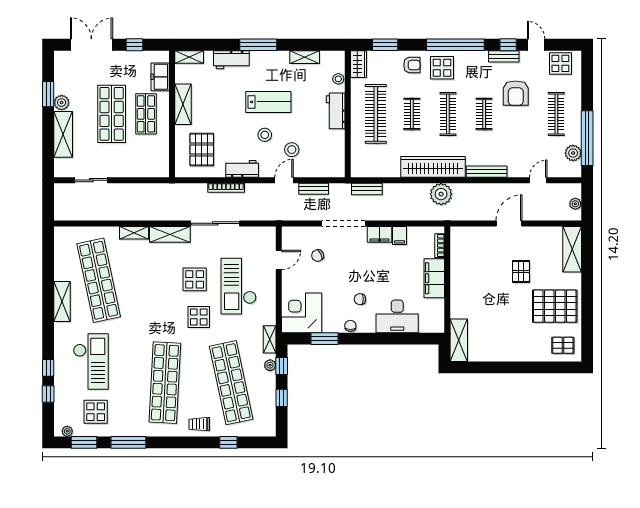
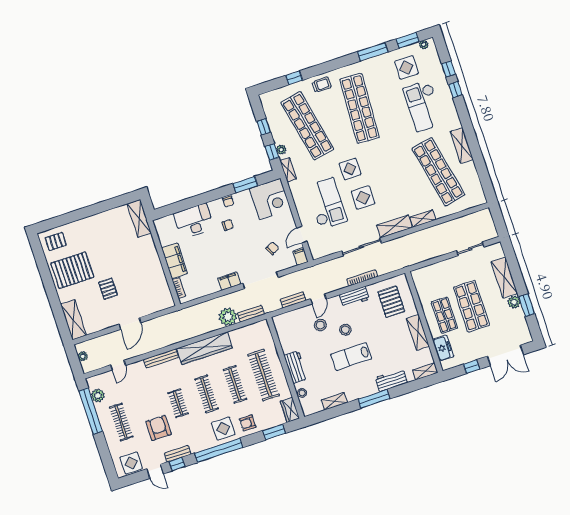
clothes rail: (412, 114) -> (235, 384), width x1.36
plant: (441, 194) -> (228, 317), moved
filing cabinet: (400, 235) -> (300, 257), moved

